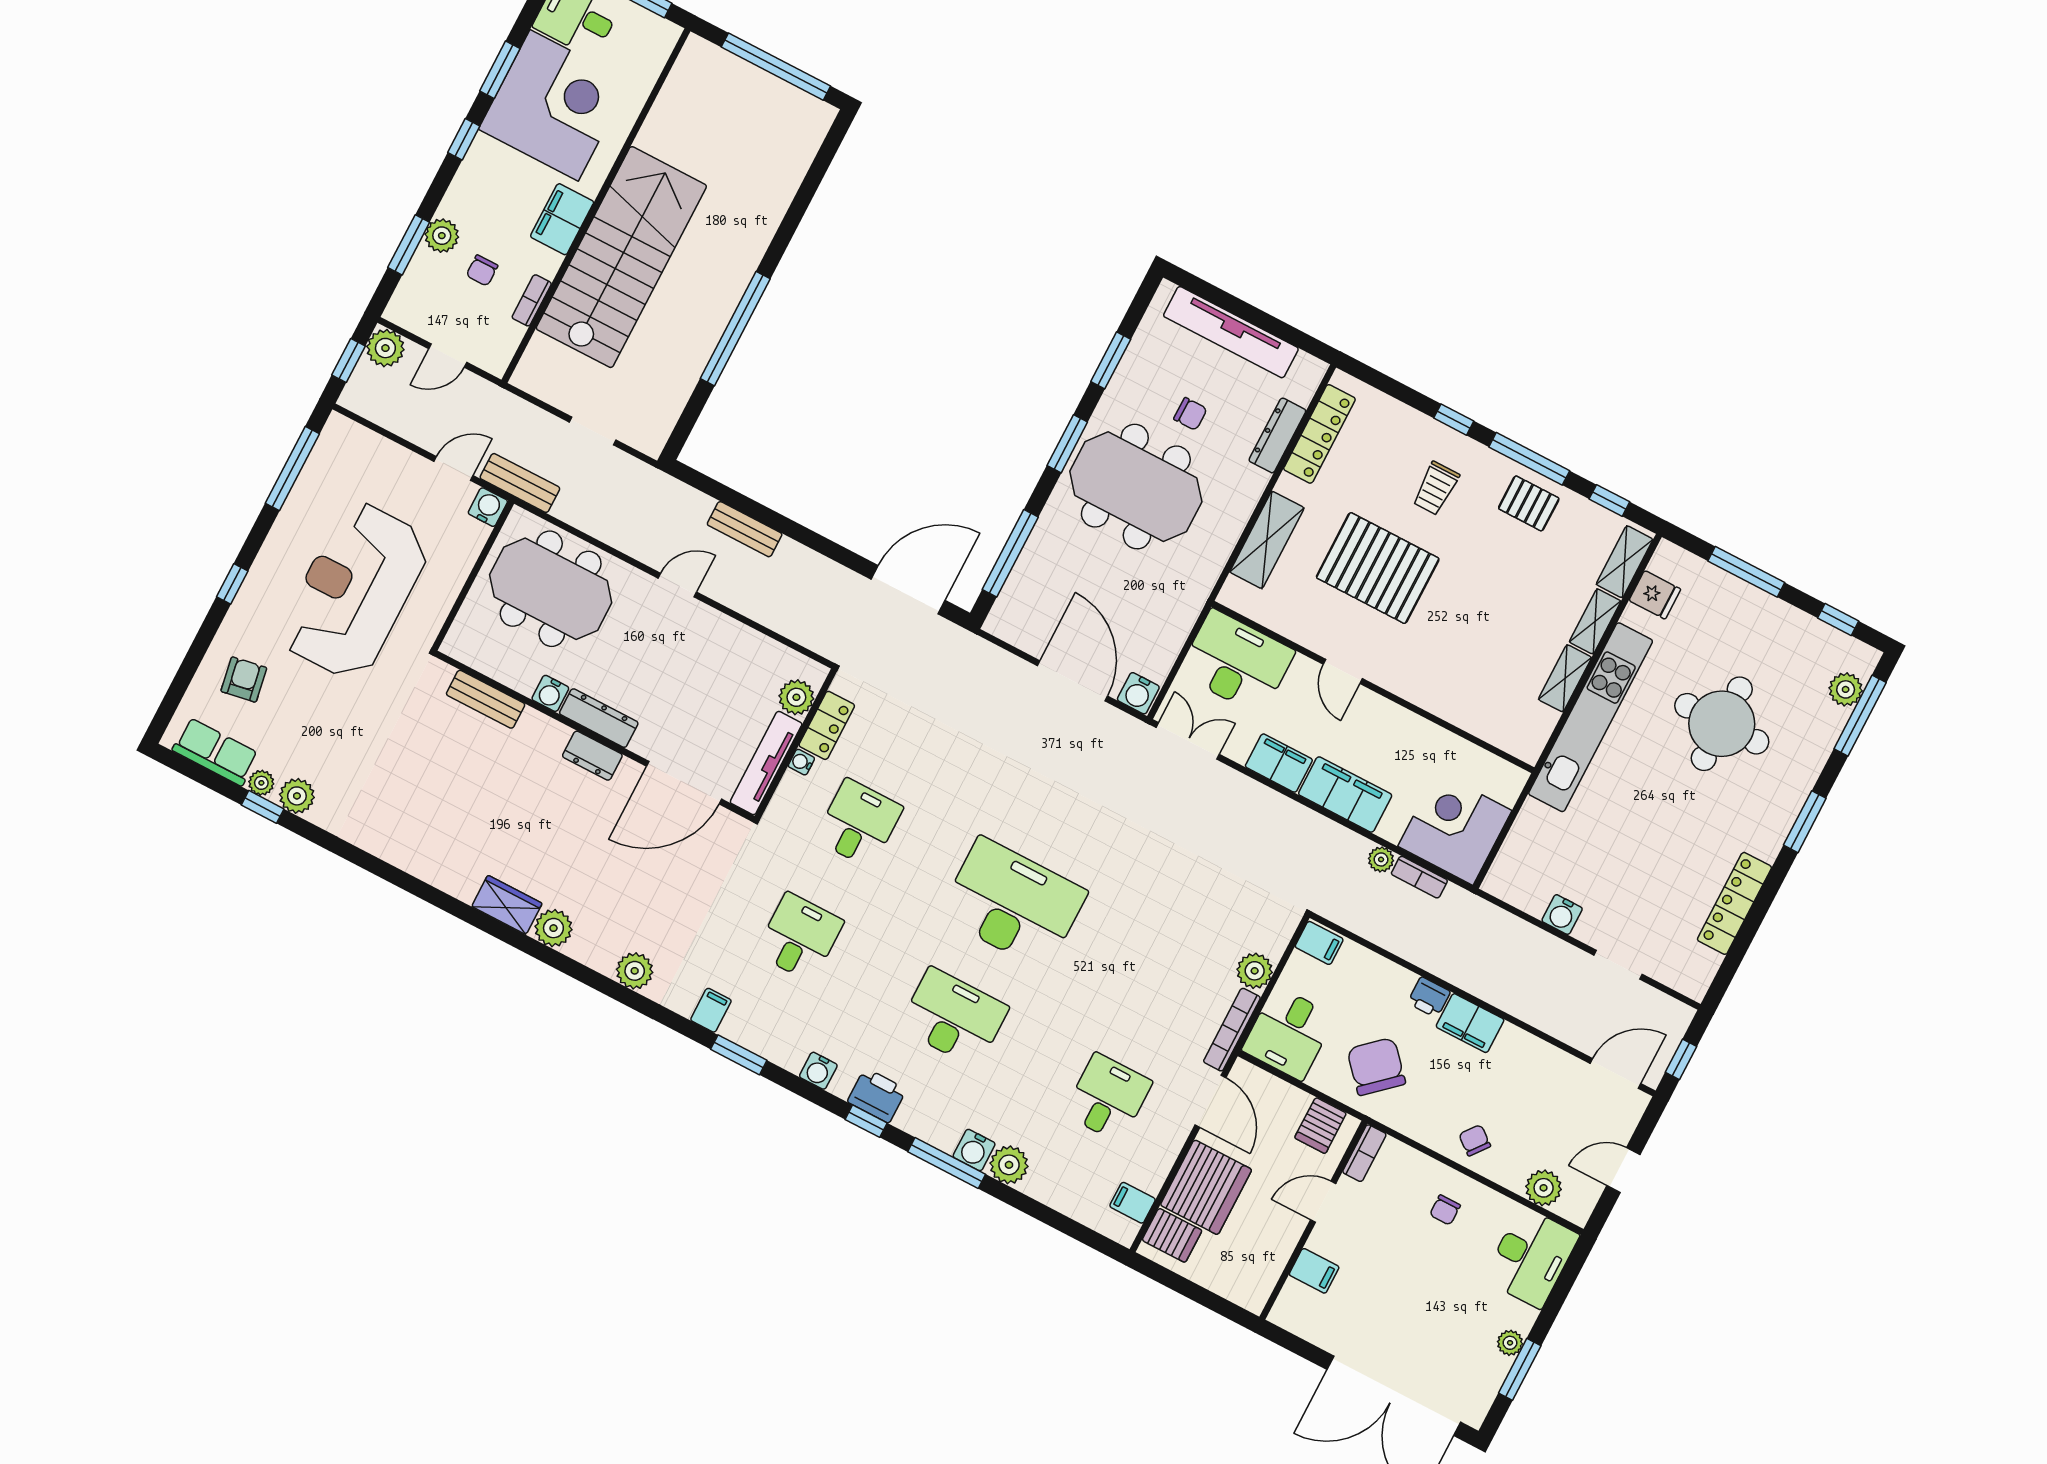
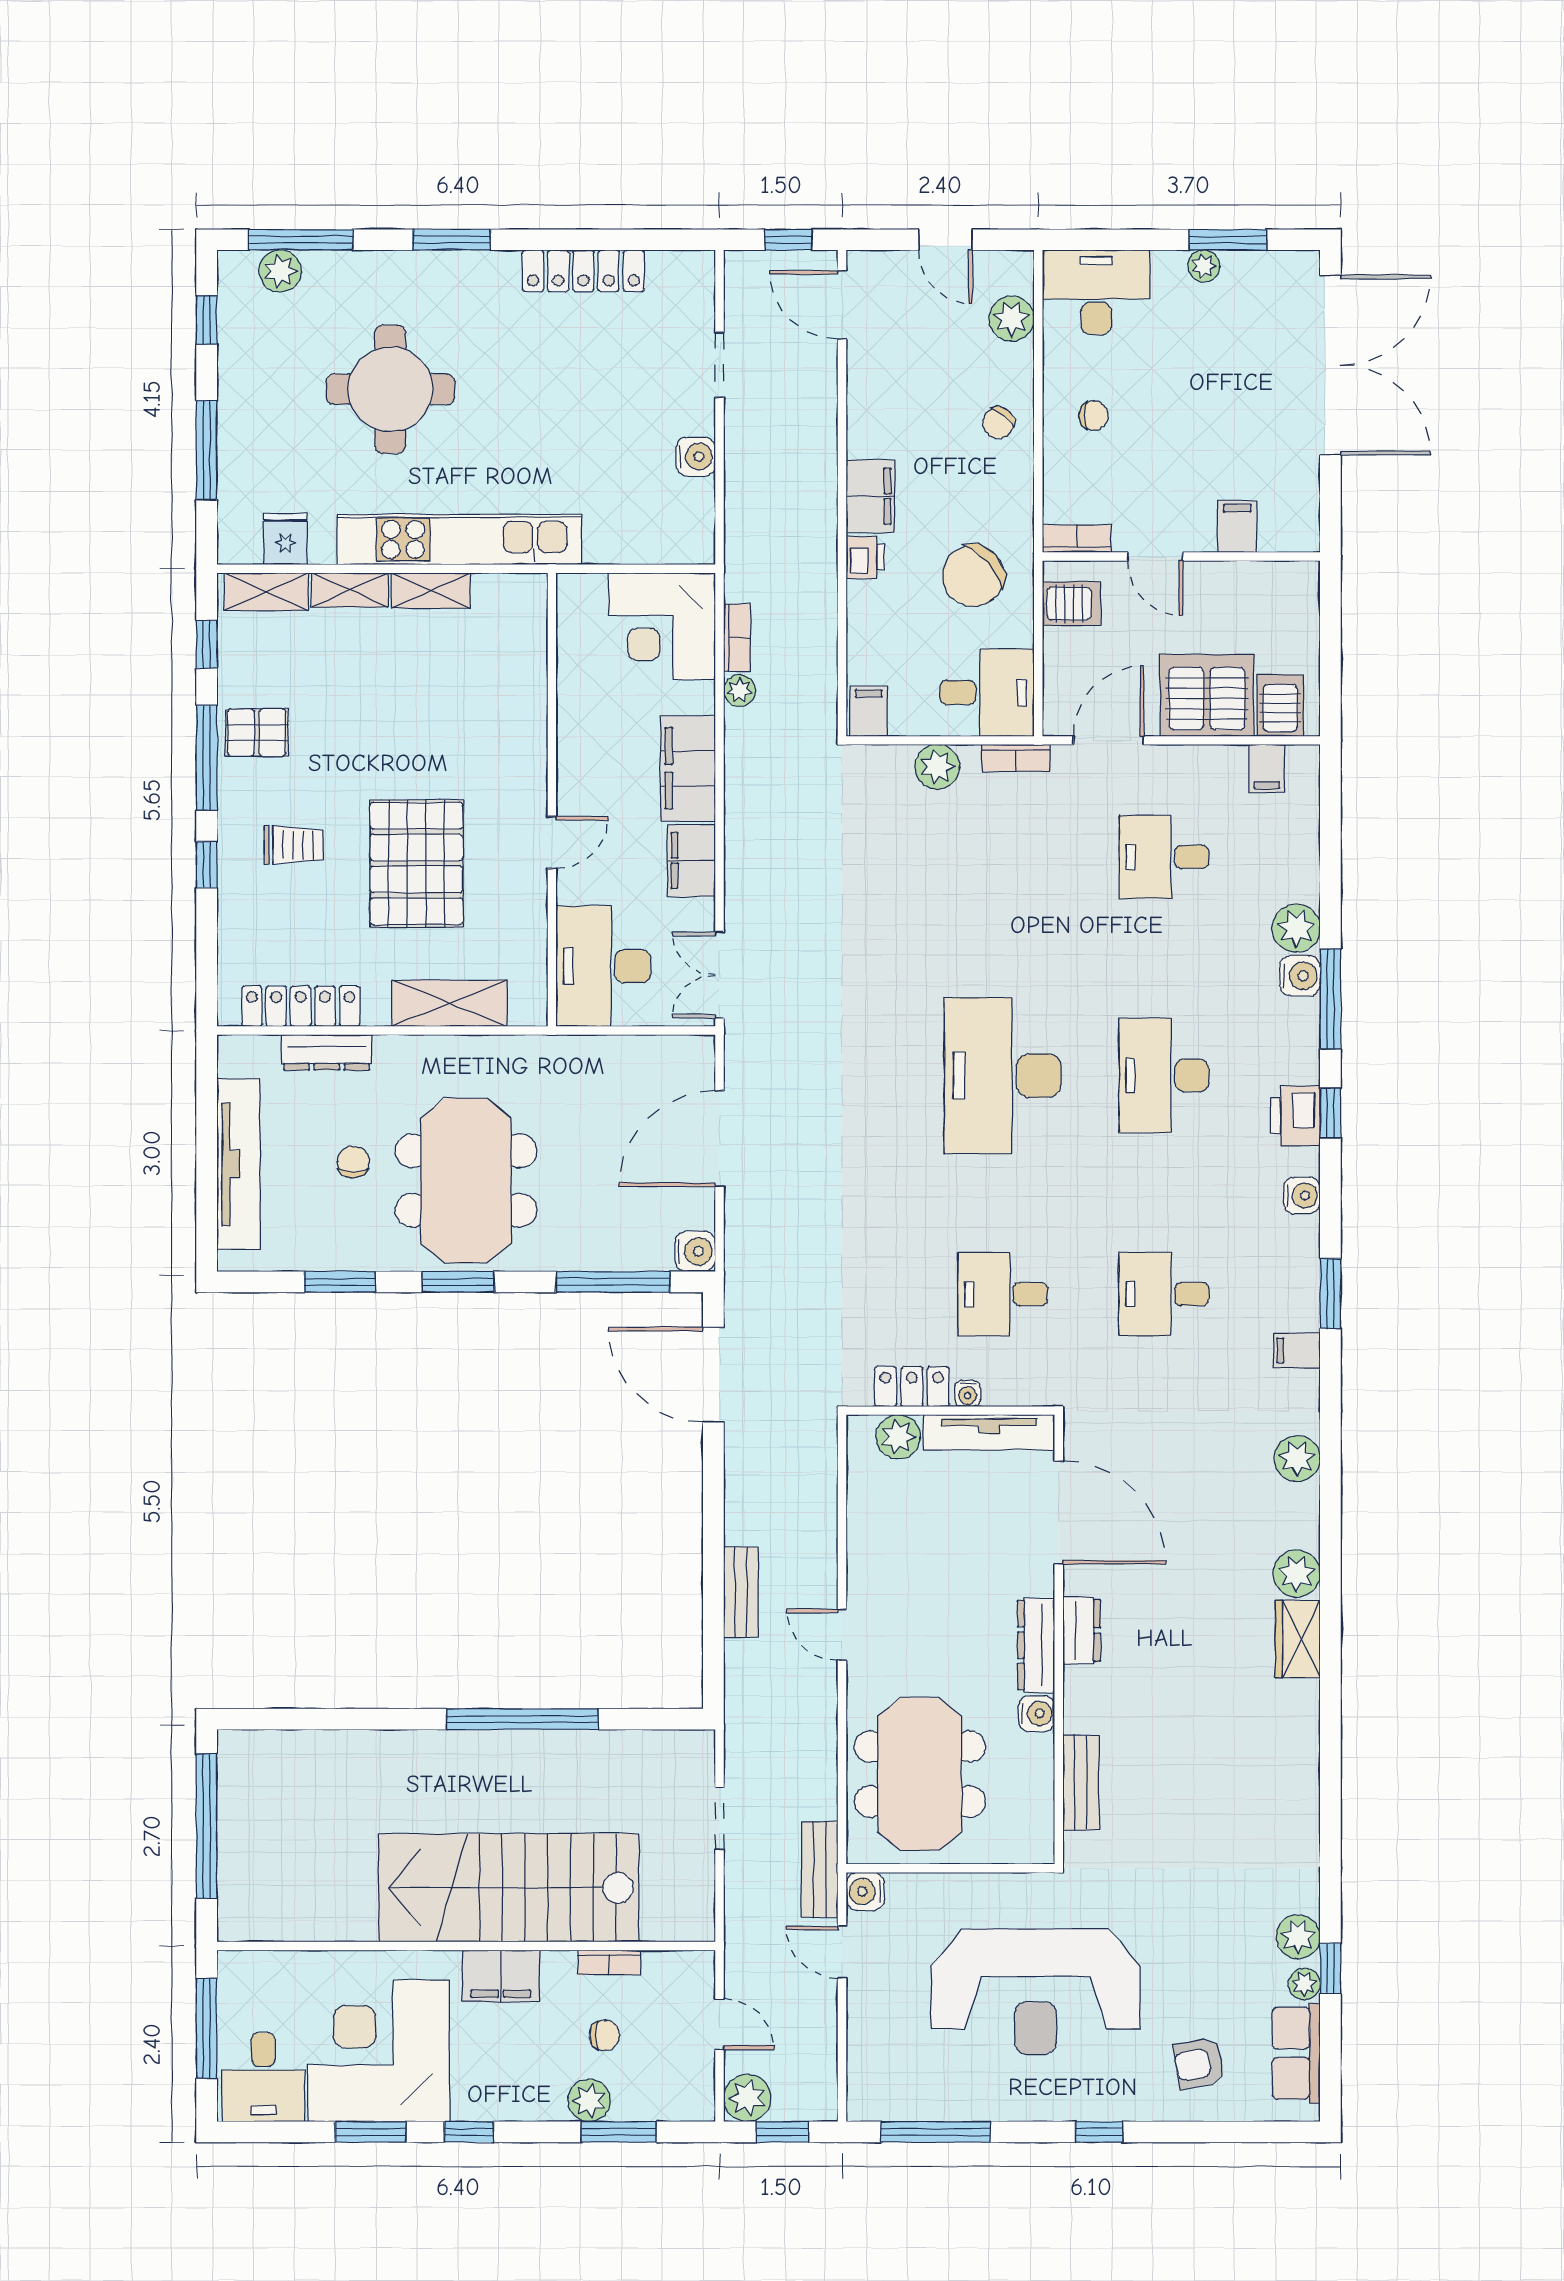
pallet: (1529, 503) -> (257, 733), turned 90
water cooler: (1138, 693) -> (695, 1251), moved
bookcase: (1232, 1030) -> (1016, 758), width x0.64

